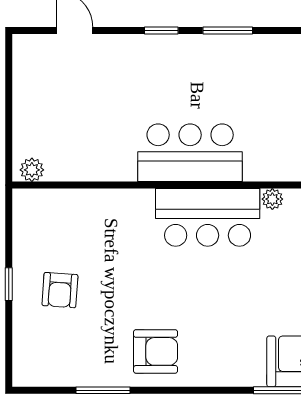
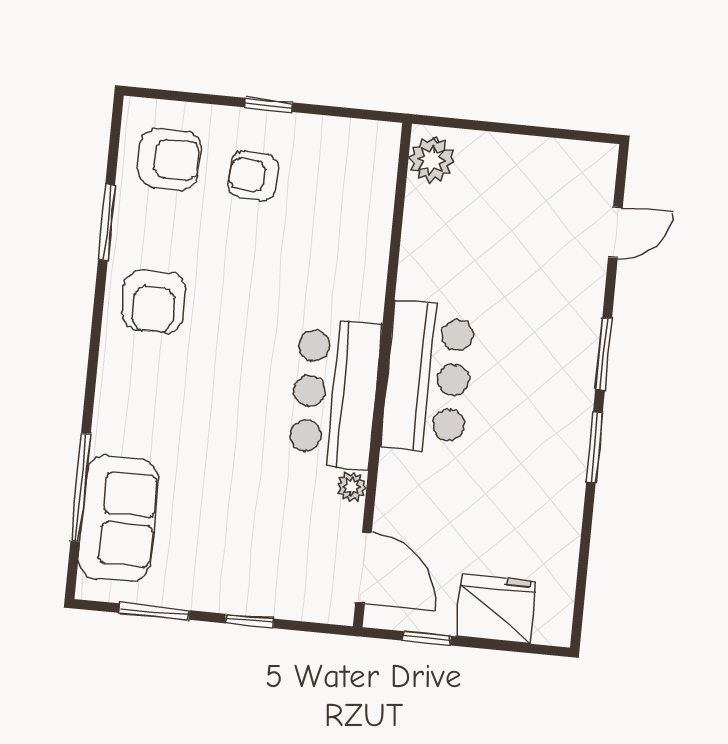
window: (161, 31) -> (604, 354), width x1.50
plant: (32, 170) -> (432, 160), width x1.38, depth x1.38
armchair: (54, 350) -> (169, 159), added

